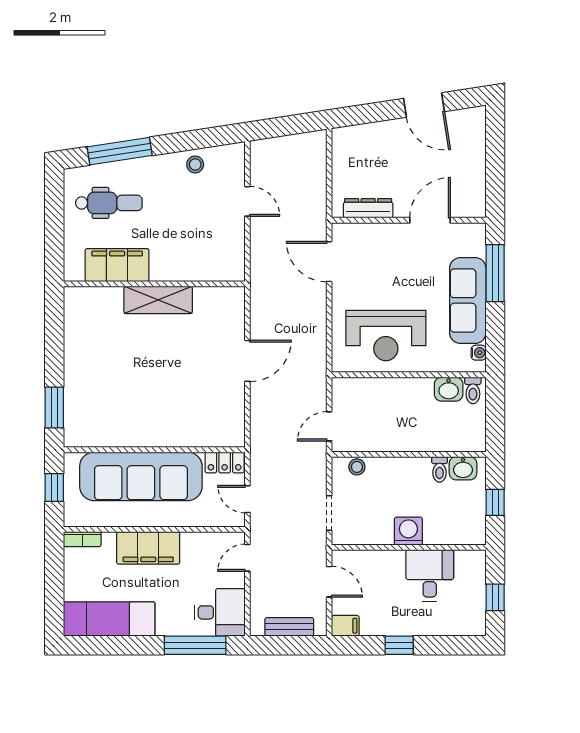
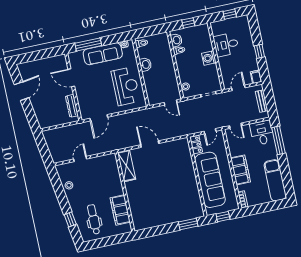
window: (120, 151) -> (70, 219), width x0.46
shelving: (158, 300) -> (126, 166), moved
washbasin: (449, 389) -> (145, 65), moved

